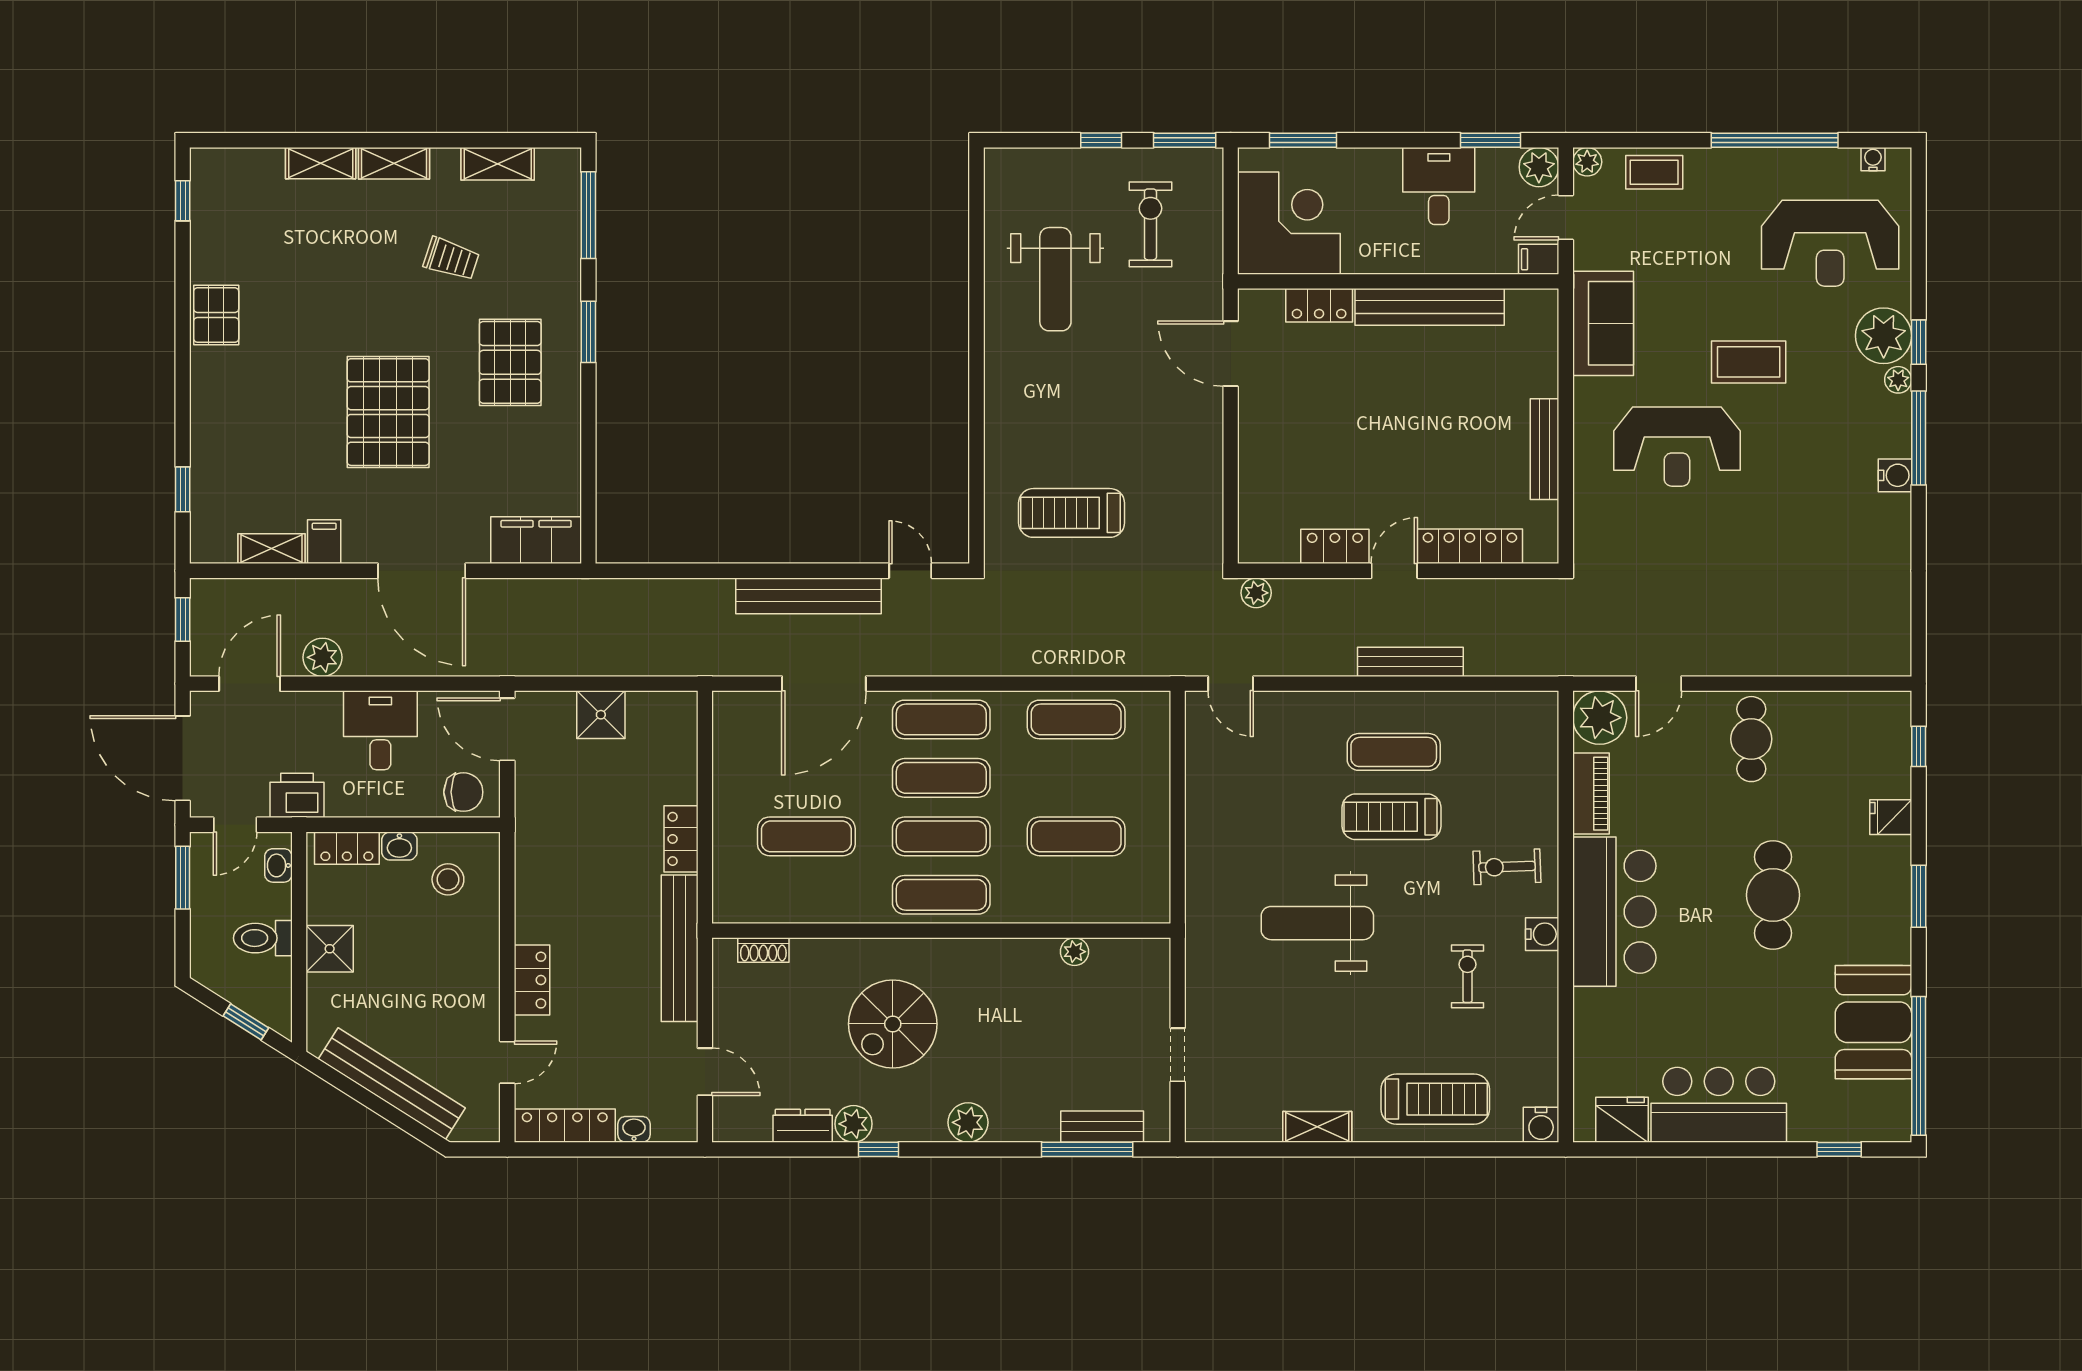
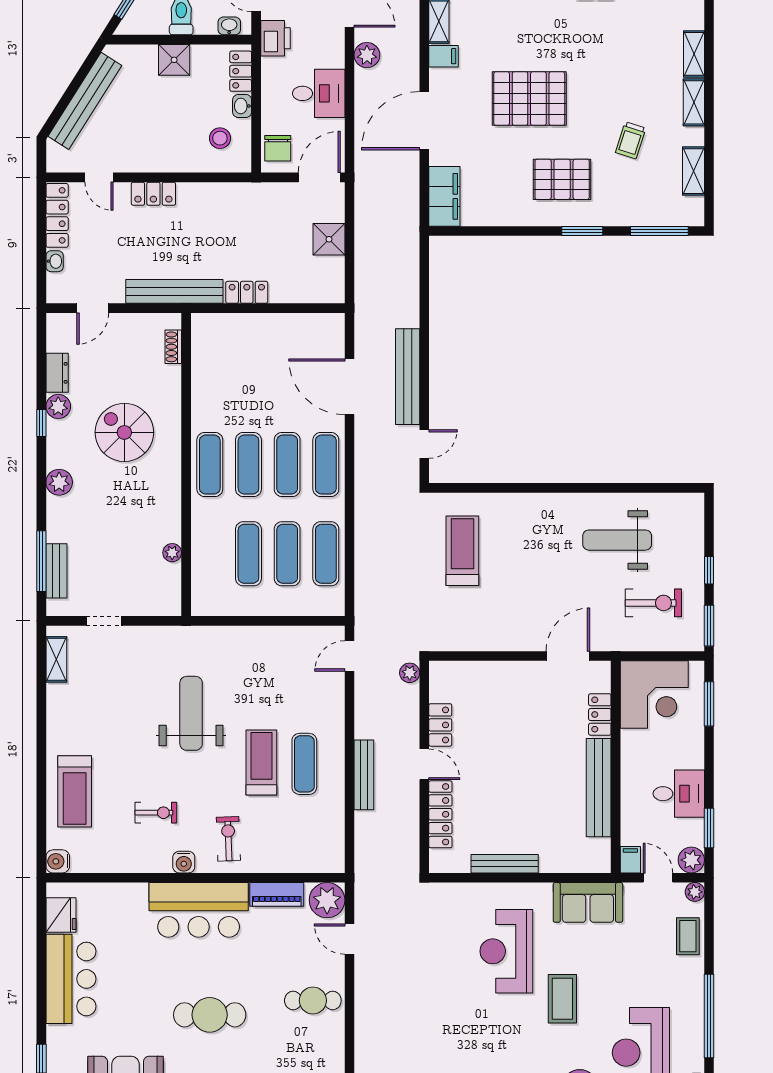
exercise mat: (806, 836) -> (287, 554), moved
shelving: (1317, 1127) -> (56, 659), moved

